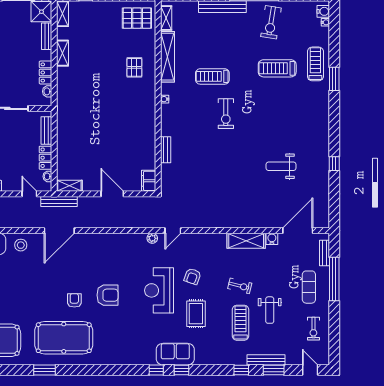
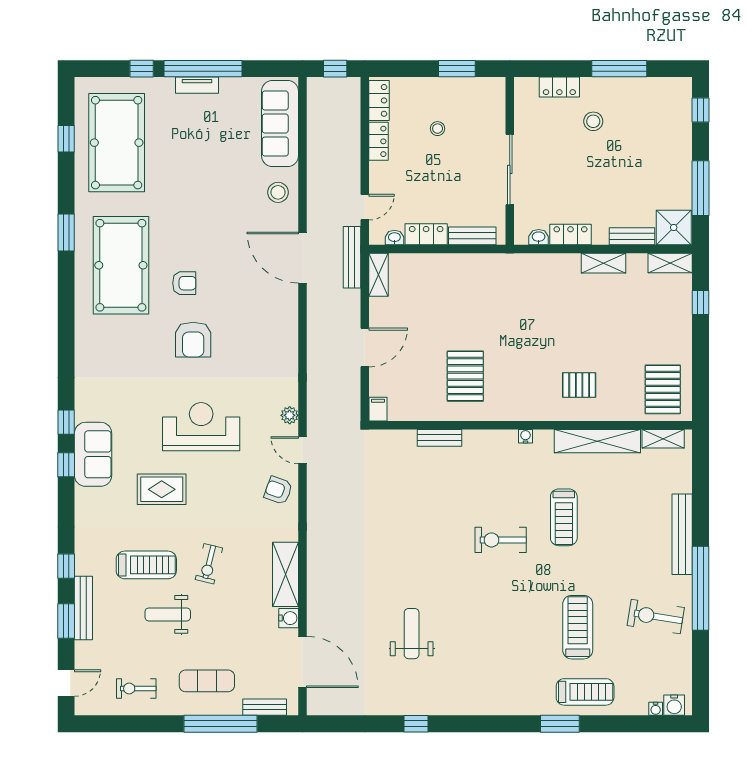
treadmill: (212, 76) -> (564, 517), turned 180
pallet: (129, 135) -> (465, 376), added
filing cabinet: (149, 181) -> (378, 409), width x0.50
armchair: (192, 276) -> (278, 490), moved

